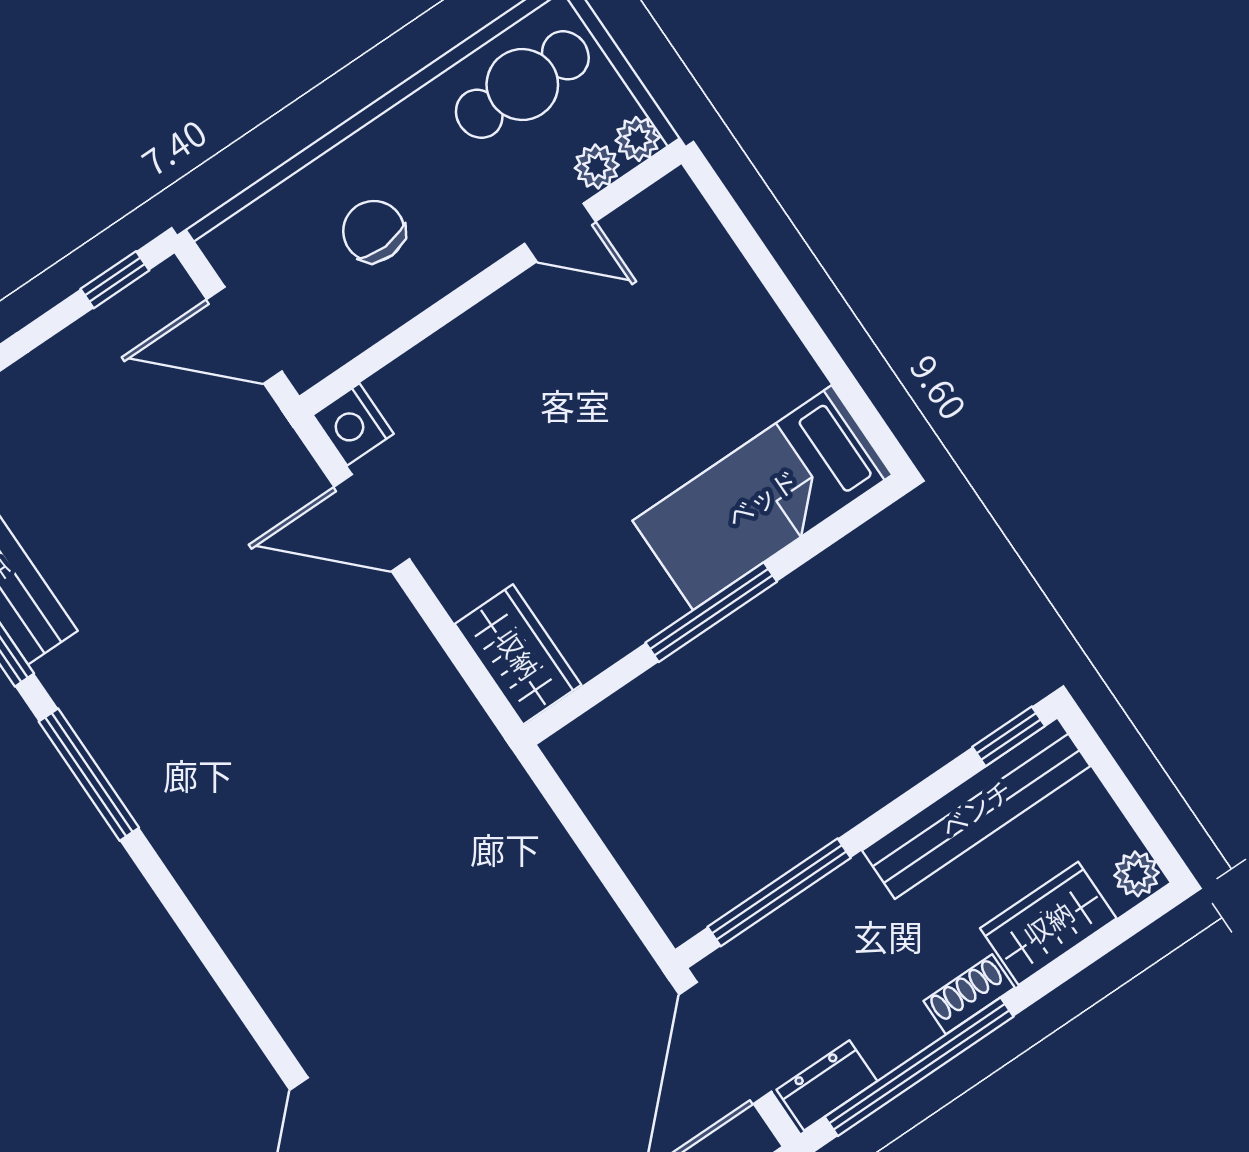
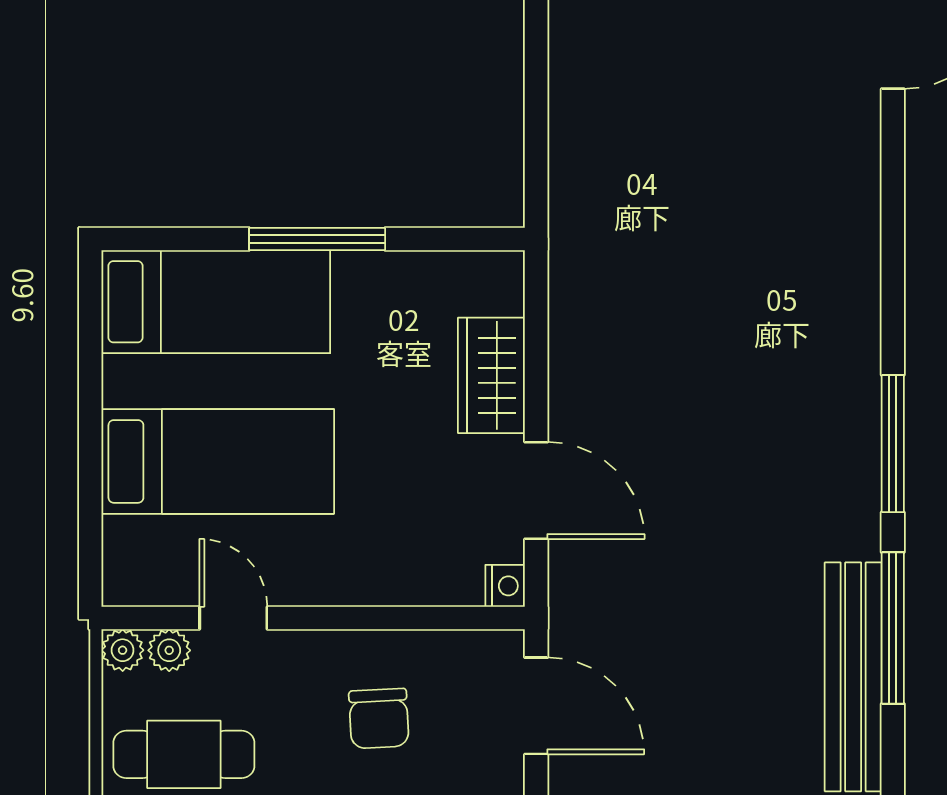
bed: (666, 360) -> (218, 461), added
nightstand: (353, 424) -> (505, 586), width x0.72, depth x0.74
wardrobe: (518, 654) -> (491, 375), moved

